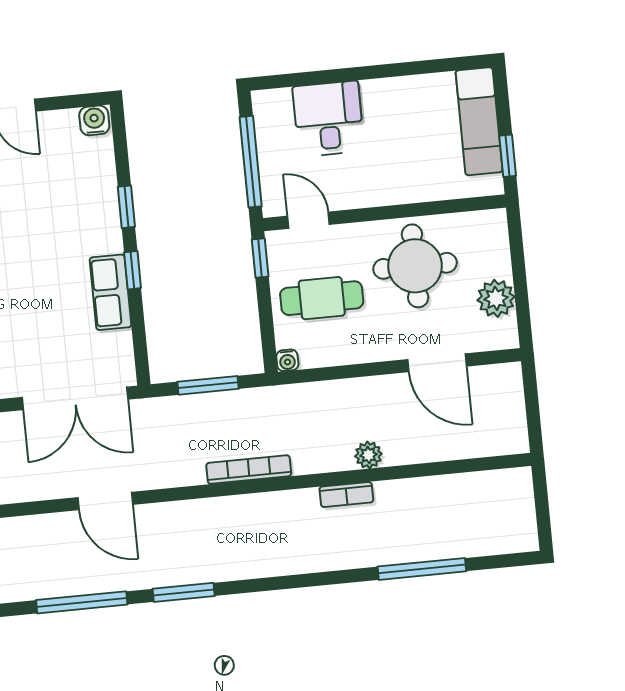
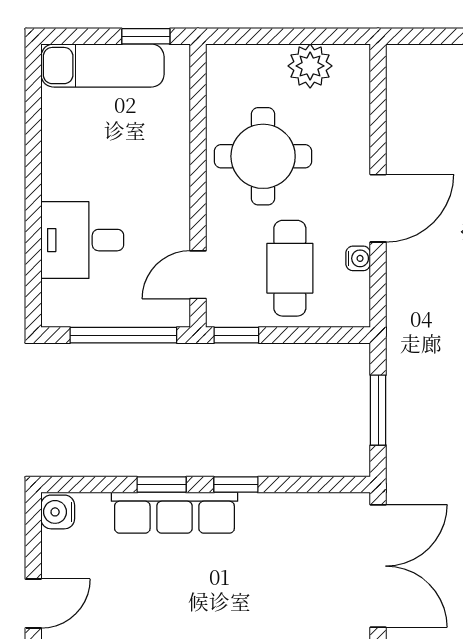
row of seats: (111, 292) -> (174, 513), moved, width x1.48
water cooler: (287, 360) -> (358, 258), moved
door: (437, 363) -> (378, 208), moved

